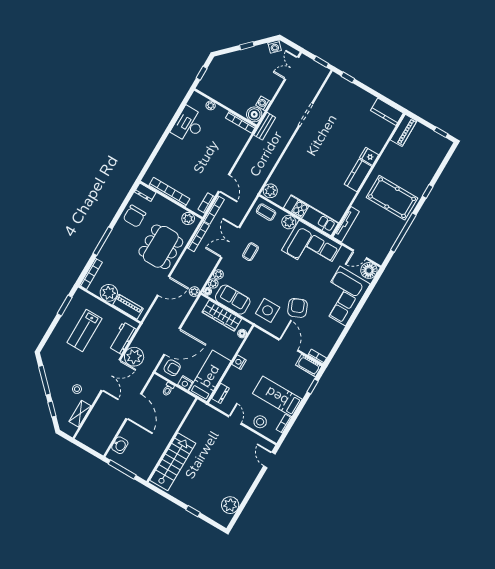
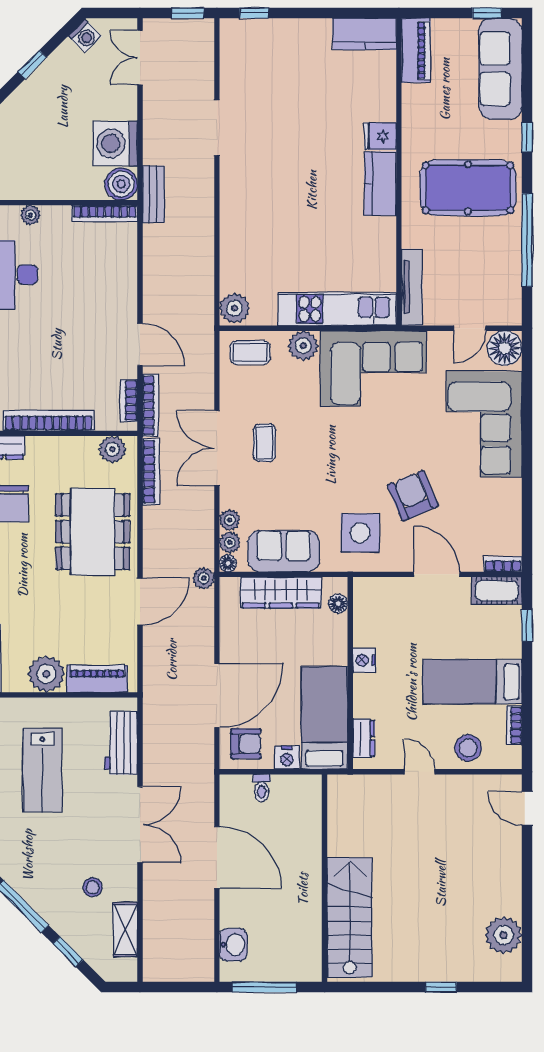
washing machine: (263, 103) -> (115, 143), width x1.89, depth x1.89
sofa: (433, 158) -> (500, 69), added
plant: (134, 357) -> (163, 765), removed

